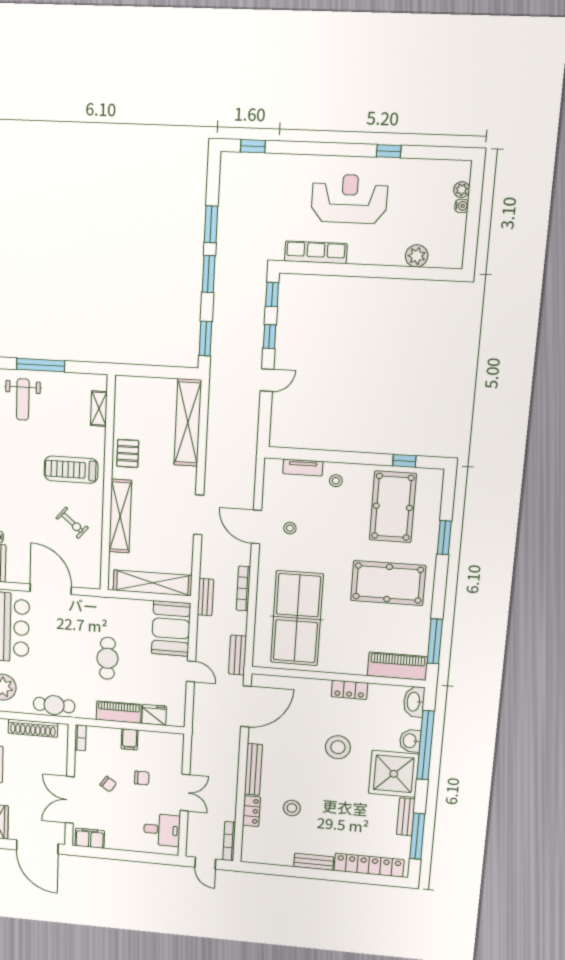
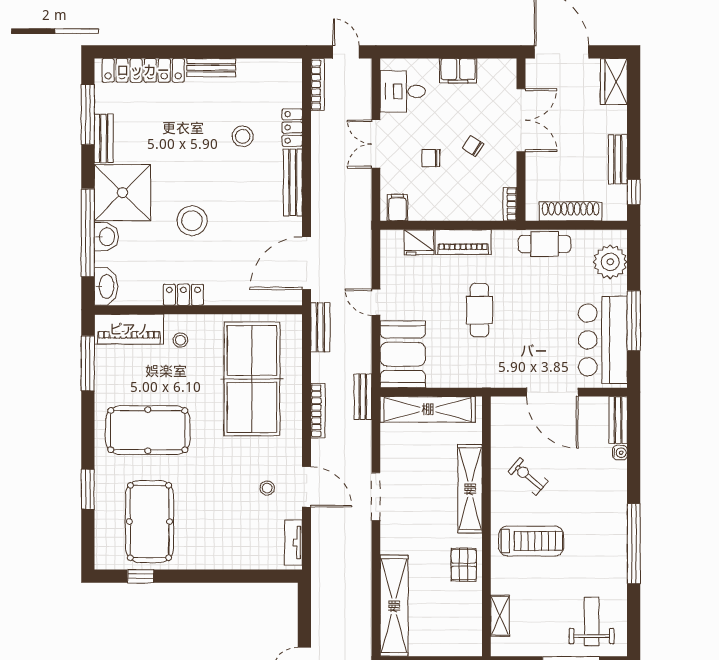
tv unit: (303, 468) -> (294, 542), moved, turned -90
stool: (336, 481) -> (180, 340), moved
filing cabinet: (130, 739) -> (397, 208), moved
filing cabinet: (90, 838) -> (458, 71), moved

